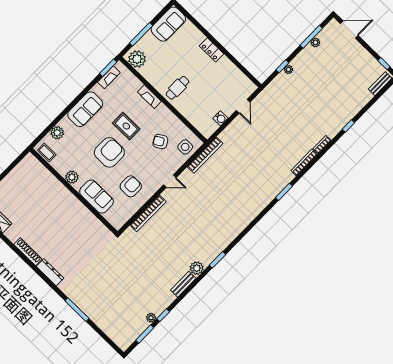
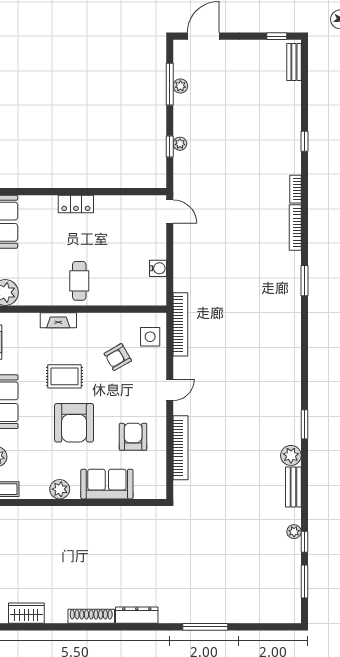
door: (243, 106) -> (170, 212), moved
armchair: (109, 152) -> (74, 423), turned 180
plant: (151, 318) -> (294, 532), moved

